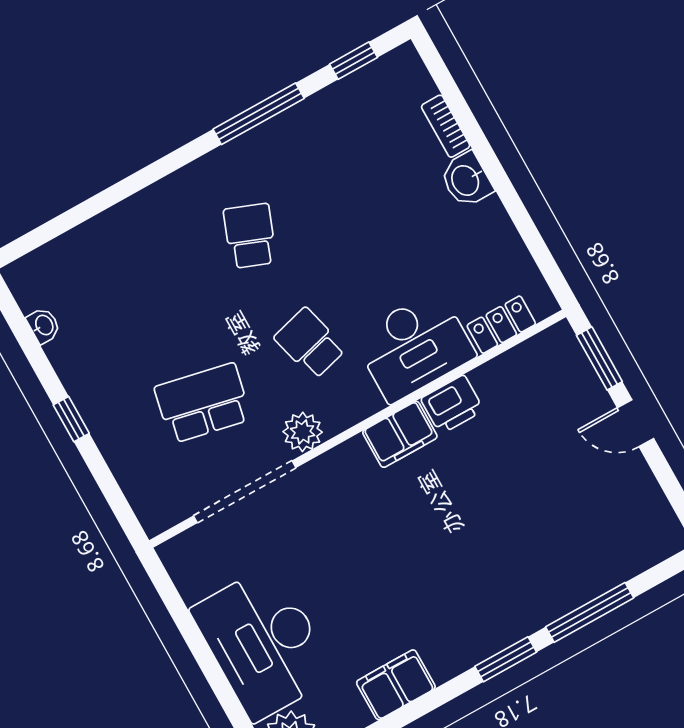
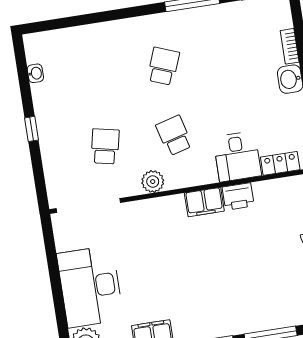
desk: (414, 346) -> (237, 156), width x0.73
school desk: (203, 403) -> (105, 146), width x0.54
doorway: (245, 492) -> (88, 205), moved

